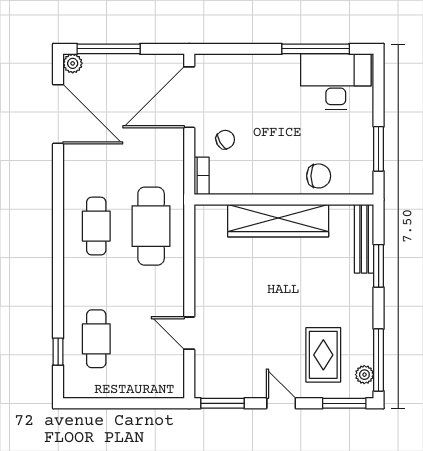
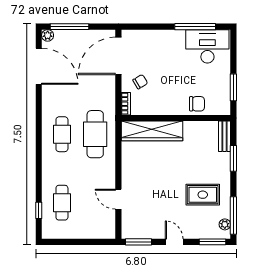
wardrobe: (278, 221) -> (152, 131), moved
bench: (364, 239) -> (225, 136), width x0.73
rug: (323, 355) -> (203, 195), moved, turned 90

